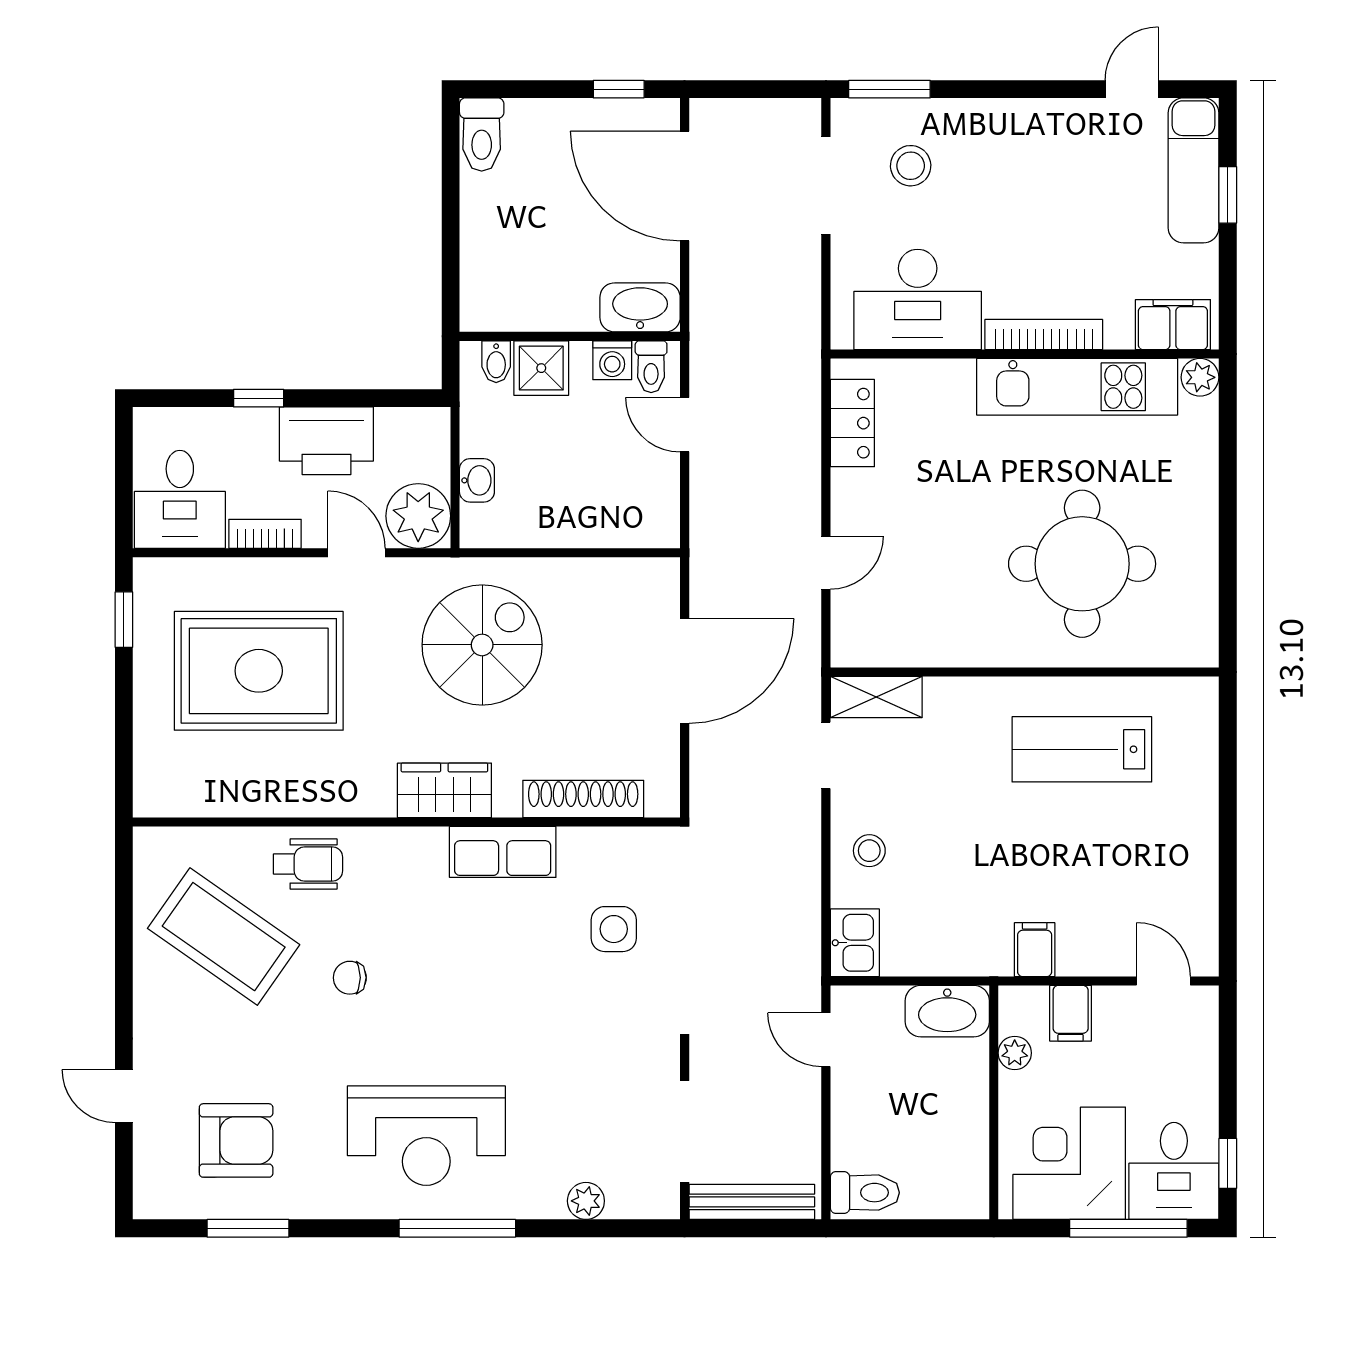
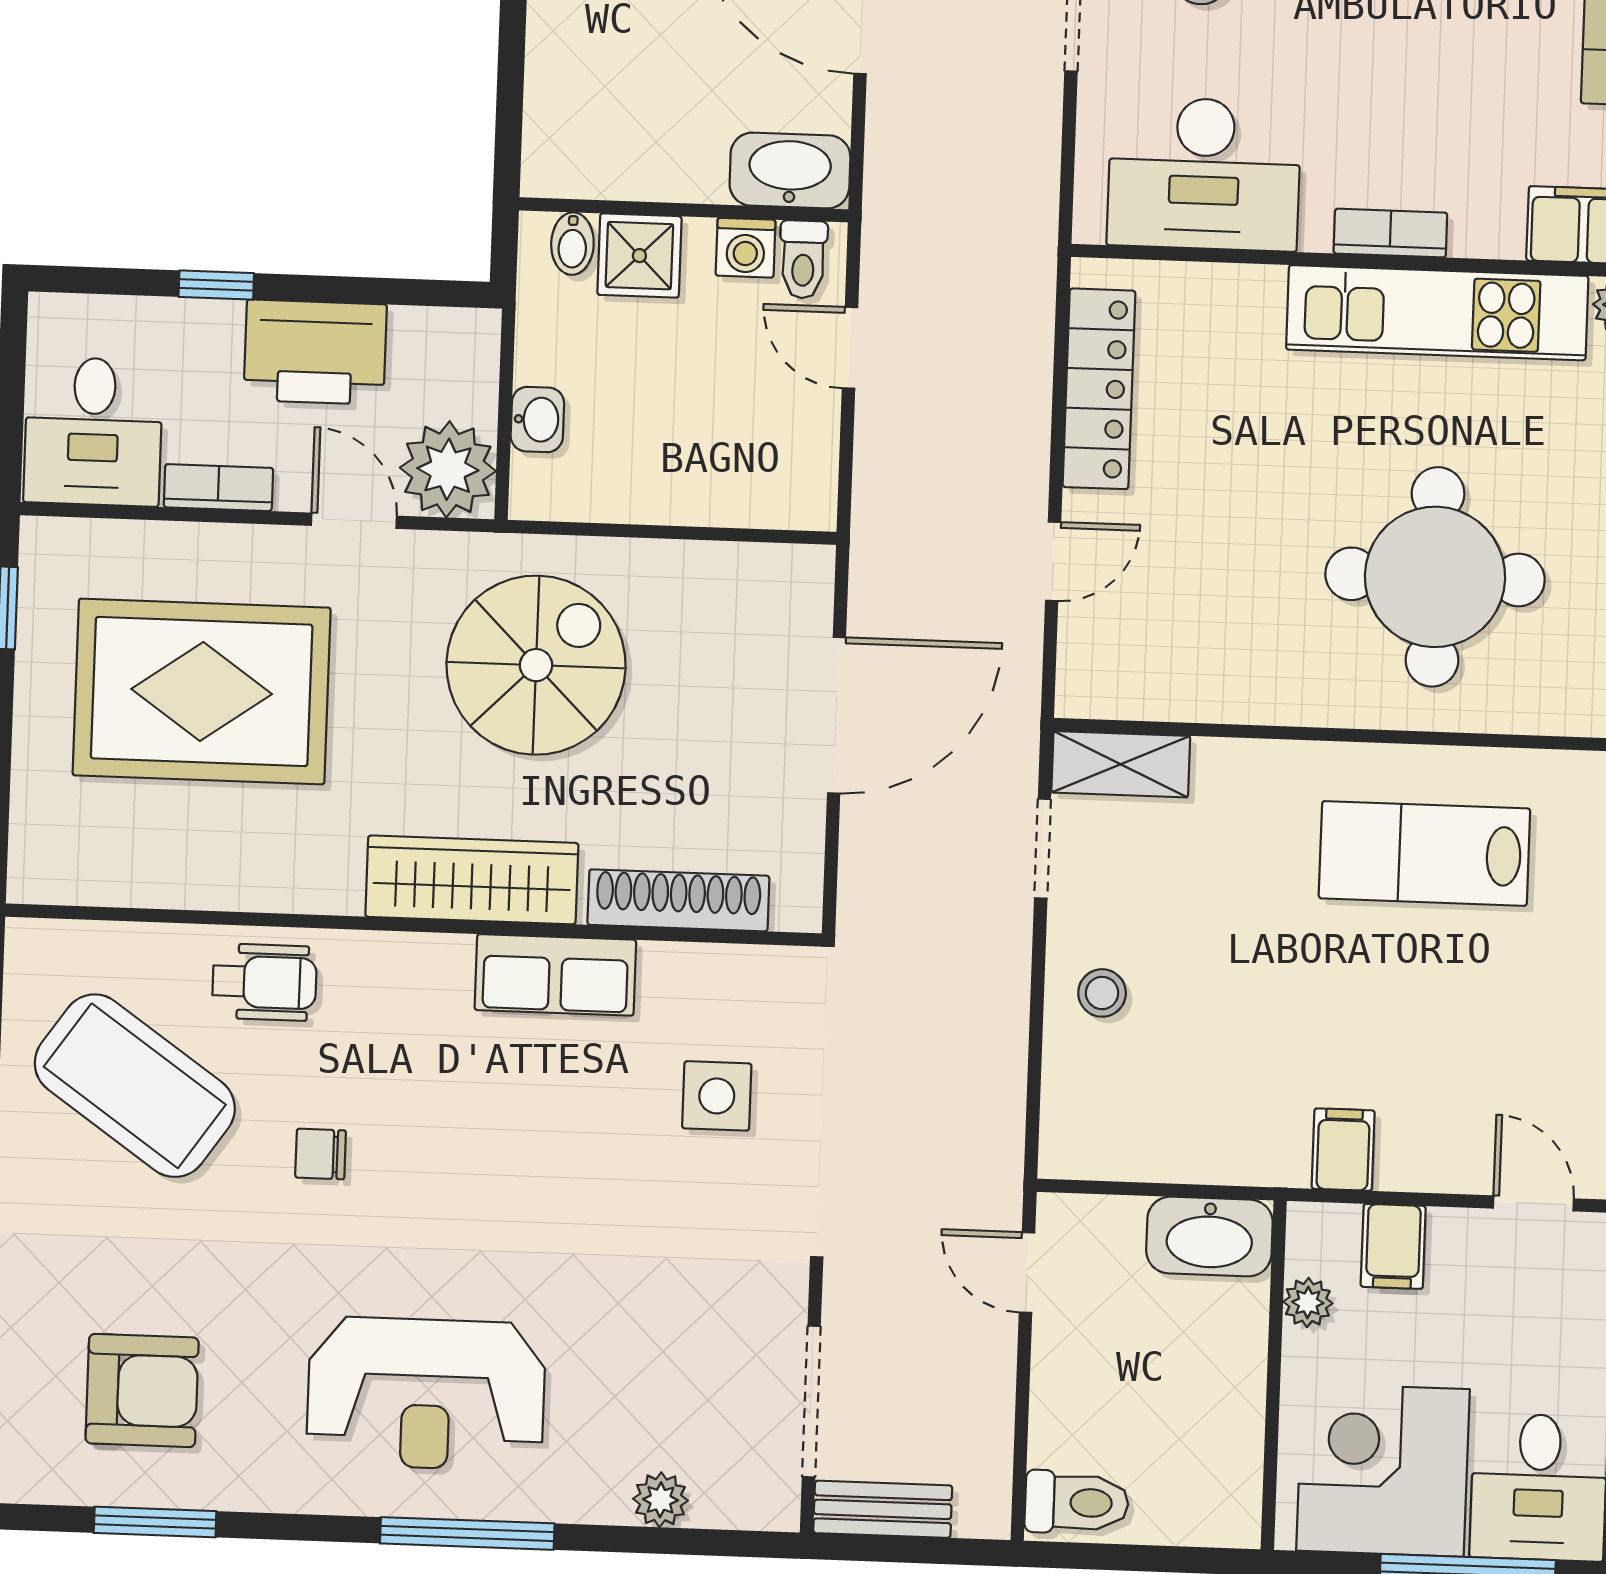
bookcase: (1044, 335) -> (1390, 233), width x0.64
locker: (852, 423) -> (1099, 389), width x1.53
wardrobe: (444, 790) -> (472, 880), width x1.50
kitchen sink: (855, 943) -> (1075, 1130), removed
bench: (752, 1202) -> (883, 1509), width x0.73

